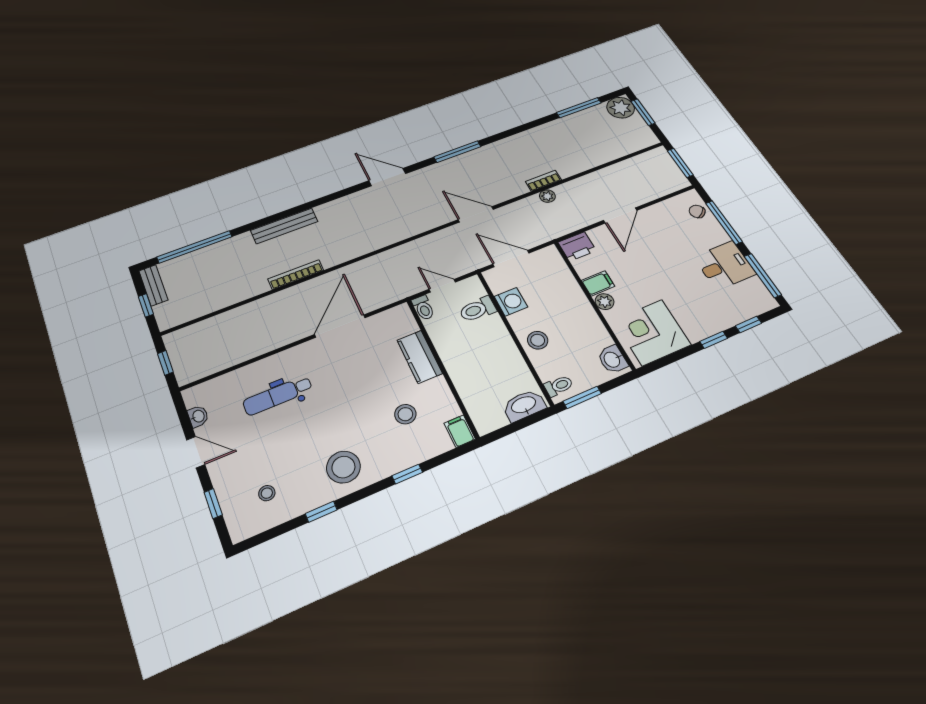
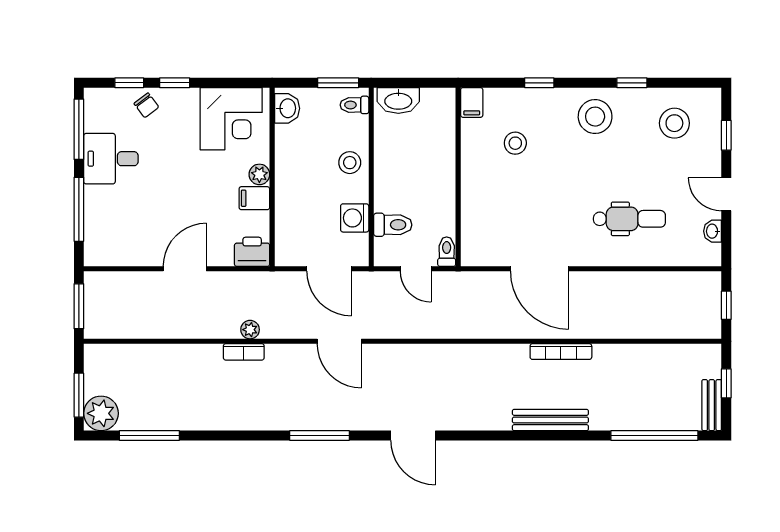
chair: (697, 211) -> (146, 105), moved
door: (340, 326) -> (540, 269), hinge flipped
kitchen counter: (420, 357) -> (475, 198), removed
stool: (267, 493) -> (674, 123), width x1.89, depth x1.89

